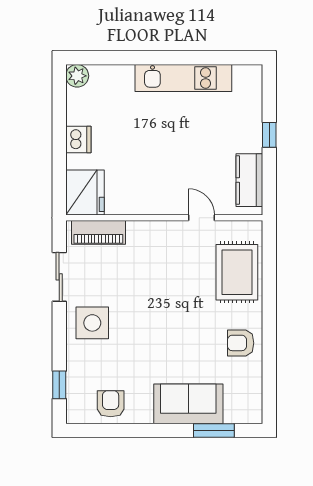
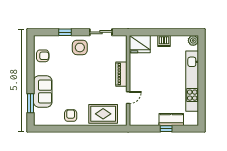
kitchen unit: (183, 78) -> (192, 81), width x1.36
kitchen counter: (249, 180) -> (171, 120), moved
piano: (98, 232) -> (121, 74), moved
window: (59, 385) -> (65, 32), moved

